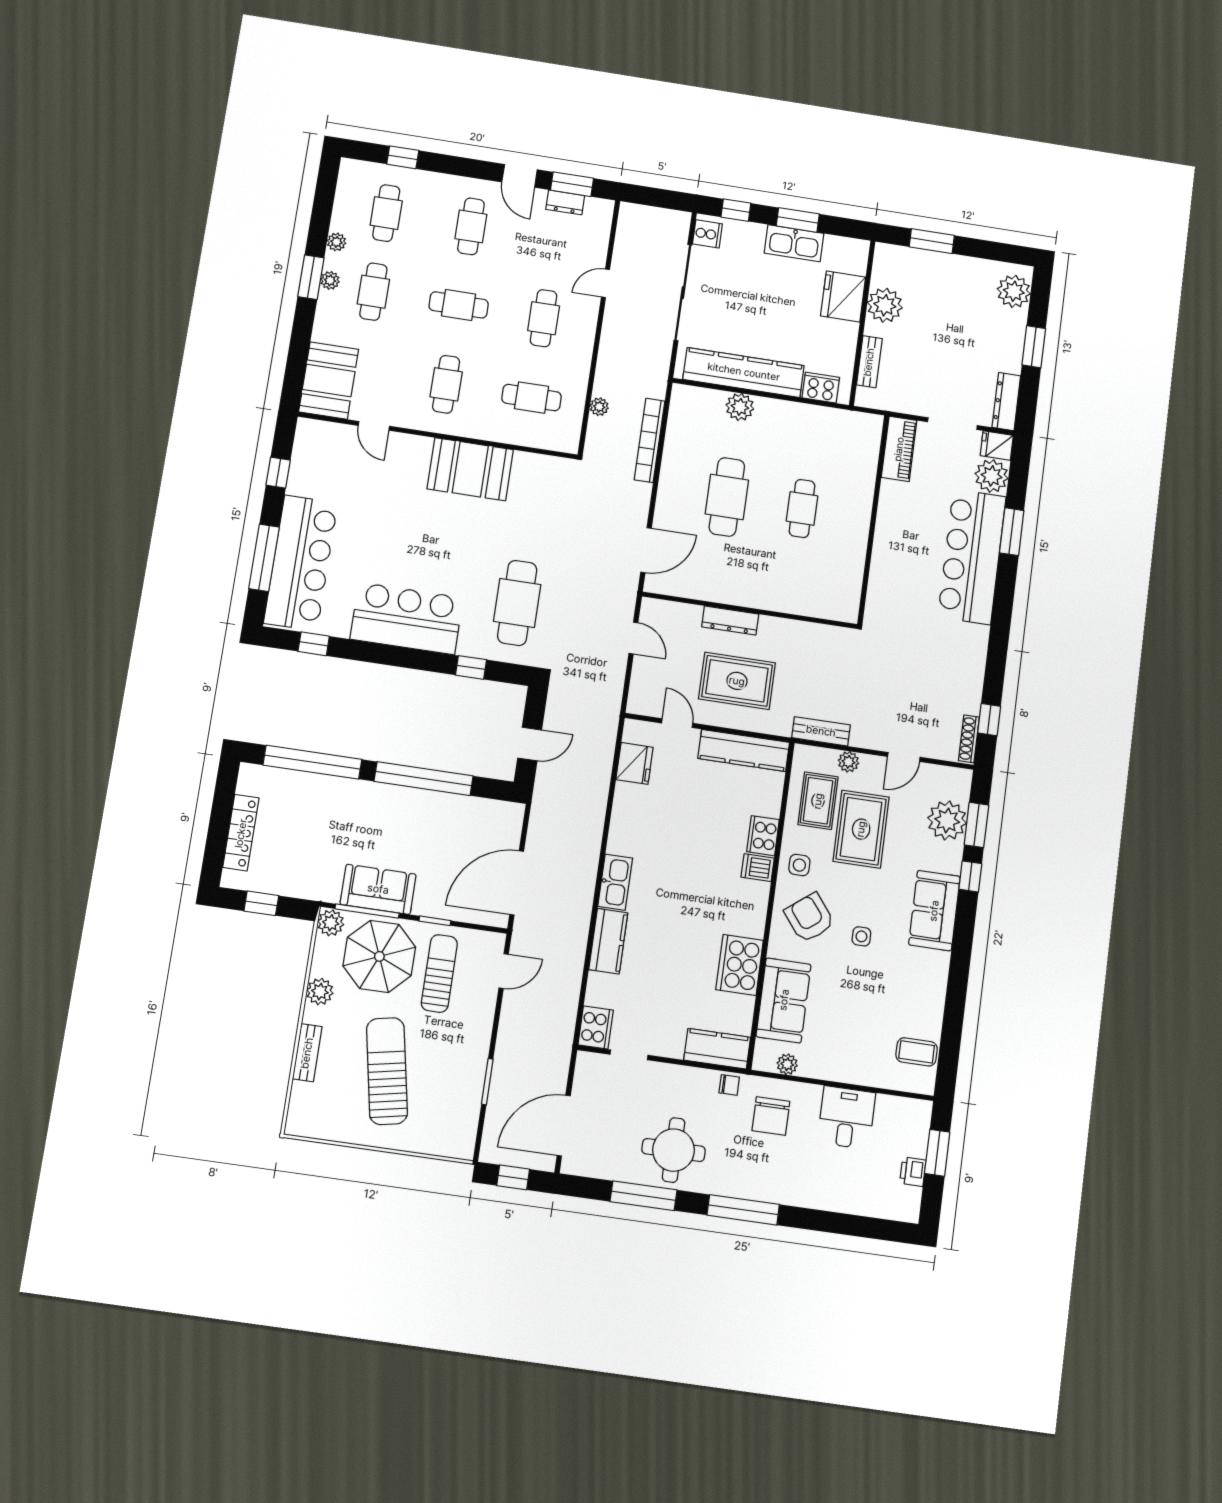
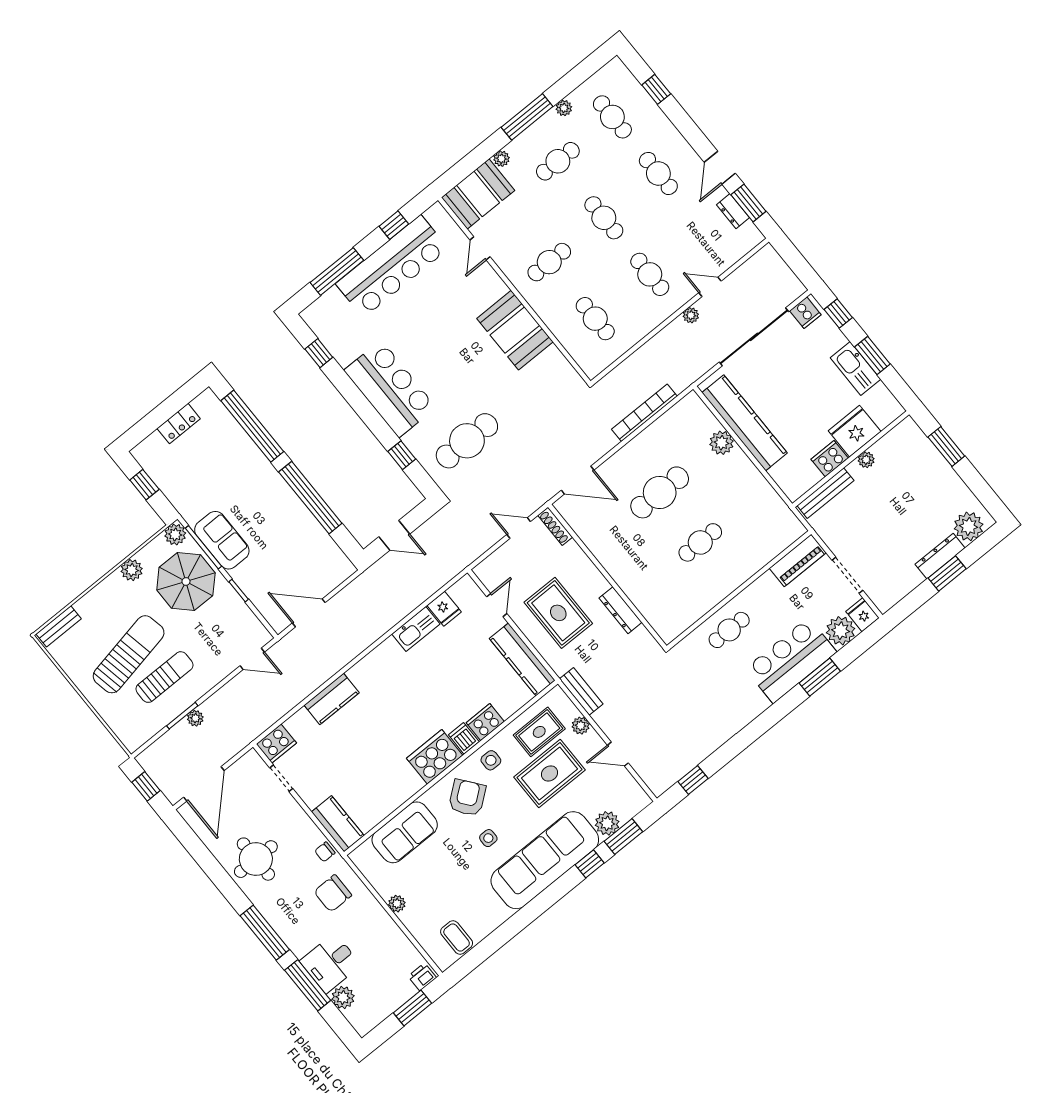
cafe table: (386, 213) -> (612, 117), turned 90
cafe table: (471, 226) -> (658, 173), turned 90
window: (311, 277) -> (527, 117), width x1.44
plant: (330, 280) -> (501, 159), moved
plant: (885, 305) -> (866, 460), width x0.53, depth x0.53
cafe table: (544, 318) -> (650, 274), turned 90
bench: (869, 362) -> (825, 493), width x1.36
cooker: (821, 388) -> (830, 459), moved, turned -90
dresser: (1006, 401) -> (940, 556), moved
plant: (599, 407) -> (691, 315), moved
bar counter: (972, 557) -> (791, 660), width x0.73
cafe table: (897, 561) -> (729, 630), added
bar counter: (301, 563) -> (392, 266), moved
dresser: (730, 620) -> (620, 610), moved
door: (633, 638) -> (519, 528), swing flipped
shoe rack: (969, 739) -> (555, 526), moved, turned -90
fridge: (634, 763) -> (444, 609), width x0.72
plant: (947, 820) -> (607, 823), width x0.73, depth x0.73
locker: (241, 833) -> (179, 424), width x0.66
kitchen sink: (615, 882) -> (416, 629), moved
door: (517, 883) -> (309, 613), width x0.73
sofa: (934, 911) -> (545, 860), width x1.85, depth x1.27
cooker: (740, 965) -> (435, 757), moved
sun lounger: (439, 973) -> (165, 677), moved
bench: (307, 1053) -> (59, 626), moved
plant: (787, 1064) -> (397, 904), moved
plant: (501, 1073) -> (195, 718), added
chair: (729, 1085) -> (325, 852), turned 90
desk: (847, 1118) -> (330, 963), moved, turned 180
door: (564, 1126) -> (204, 784), swing flipped
printer: (913, 1172) -> (422, 977), moved
window: (644, 1196) -> (308, 985), moved
plant: (867, 1202) -> (343, 997), added

